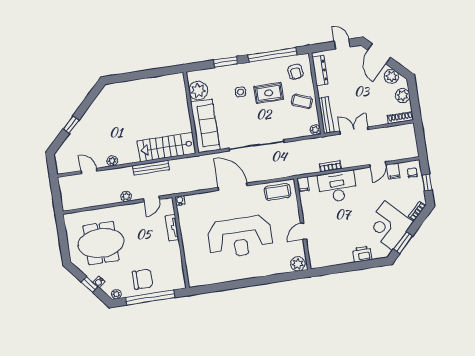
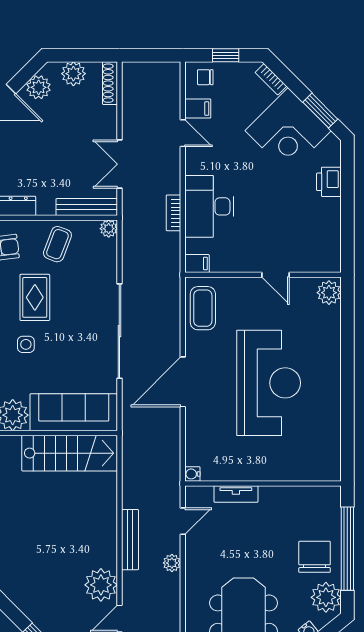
stairs: (166, 147) -> (70, 453), moved, turned -90
plant: (112, 161) -> (101, 585), width x1.88, depth x1.88
bench: (151, 168) -> (130, 540), moved
door: (152, 199) -> (183, 521), hinge flipped
plant: (116, 294) -> (326, 597), width x1.88, depth x1.88

